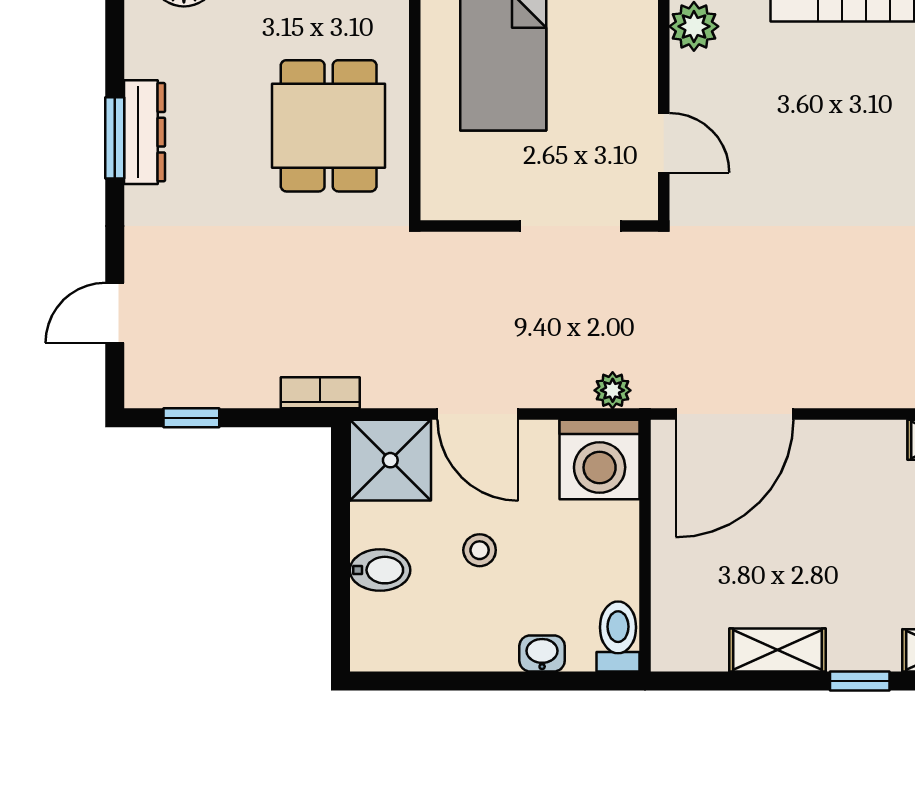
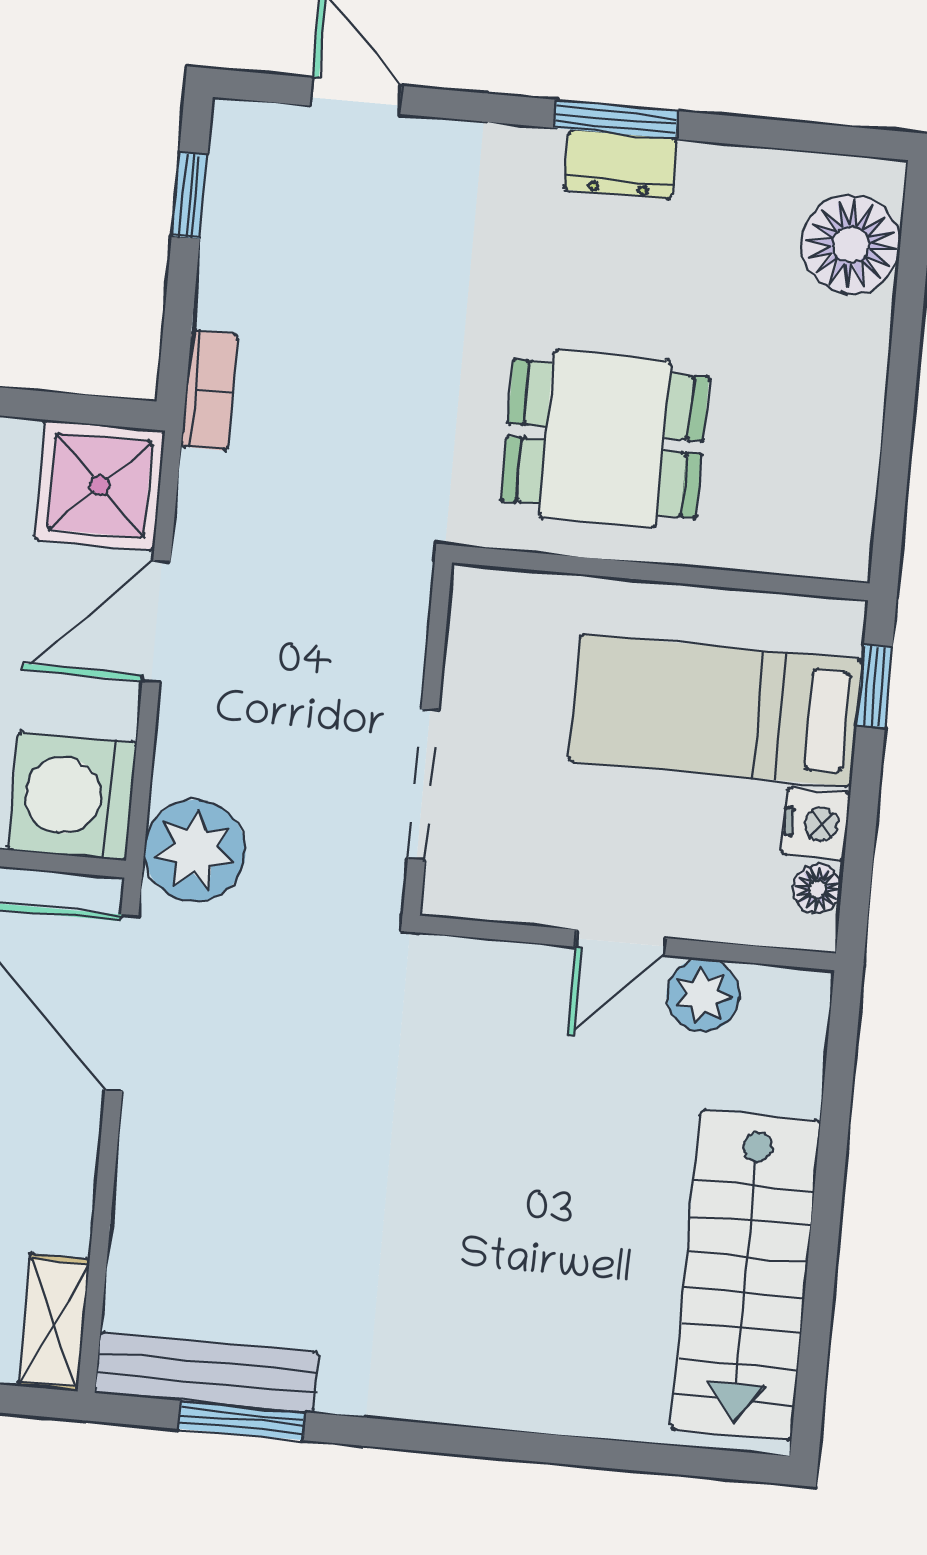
dresser: (144, 132) -> (620, 164), width x0.70
door: (664, 143) -> (620, 942), moved
plant: (613, 390) -> (195, 851), width x1.88, depth x1.88

